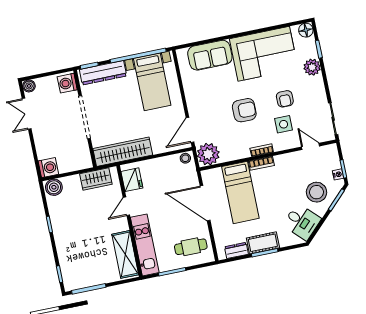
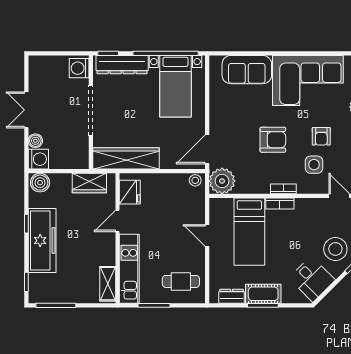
boiler: (29, 86) -> (35, 141), moved
double door: (27, 114) -> (26, 110), moved
door: (205, 203) -> (207, 236), width x0.53
freezer: (66, 236) -> (42, 241), added
shelving: (125, 254) -> (108, 284), width x0.67, depth x0.75

